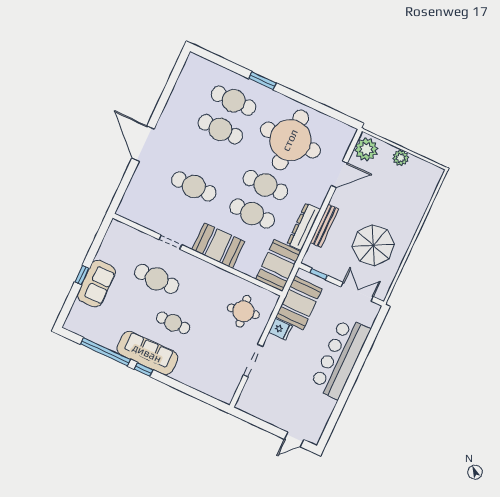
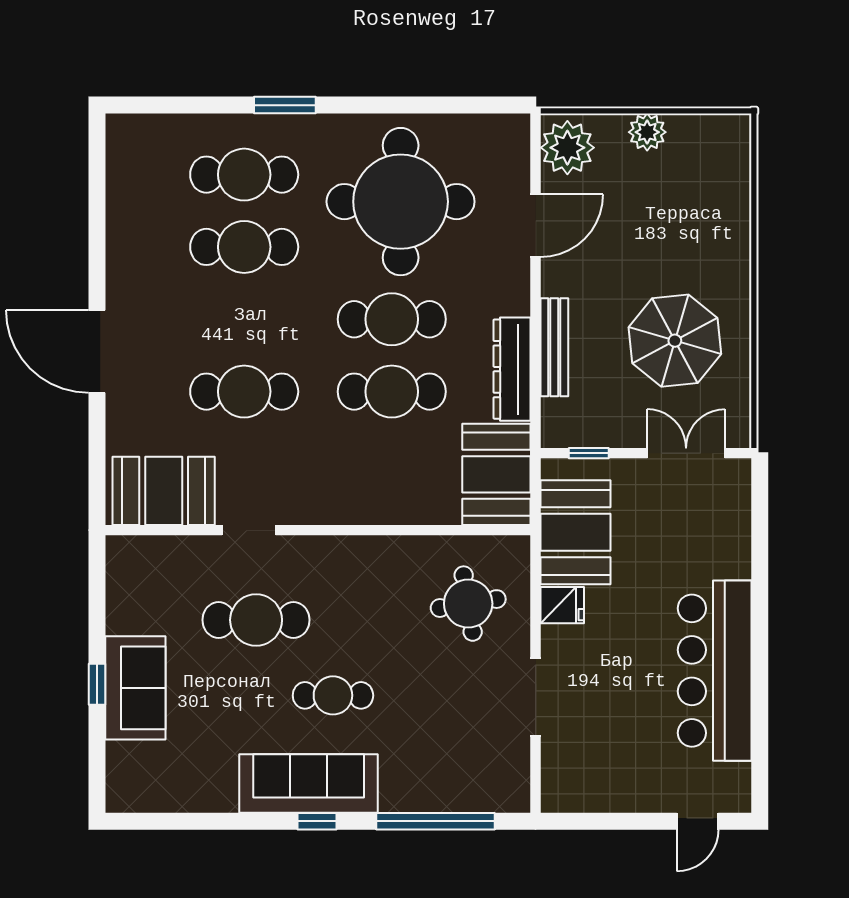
booth: (218, 246) -> (164, 491), moved
window: (105, 352) -> (436, 821), moved
bar counter: (340, 358) -> (715, 671), moved

